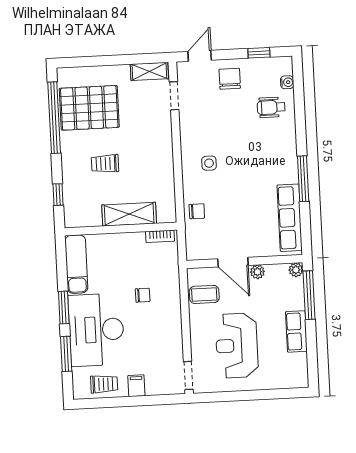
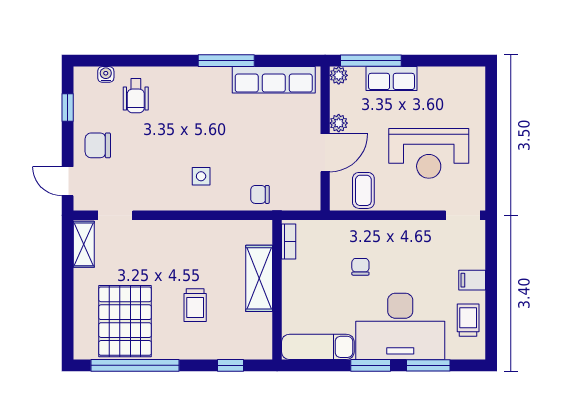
chair: (197, 211) -> (260, 194), turned -90
row of seats: (296, 331) -> (391, 79), moved

